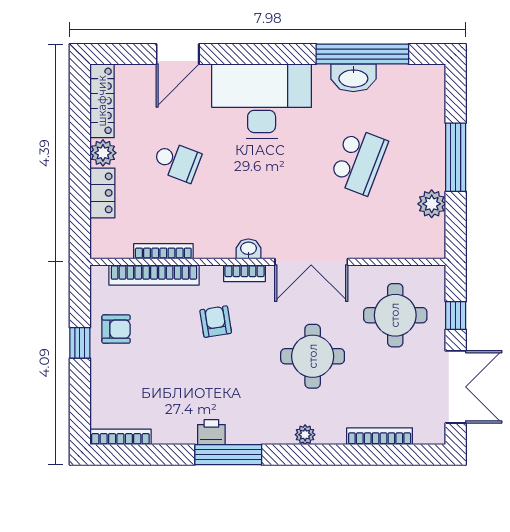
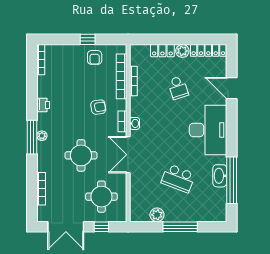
school desk: (177, 161) -> (178, 88), turned -39
plant: (305, 435) -> (42, 136), moved
window: (228, 455) -> (32, 137), moved

